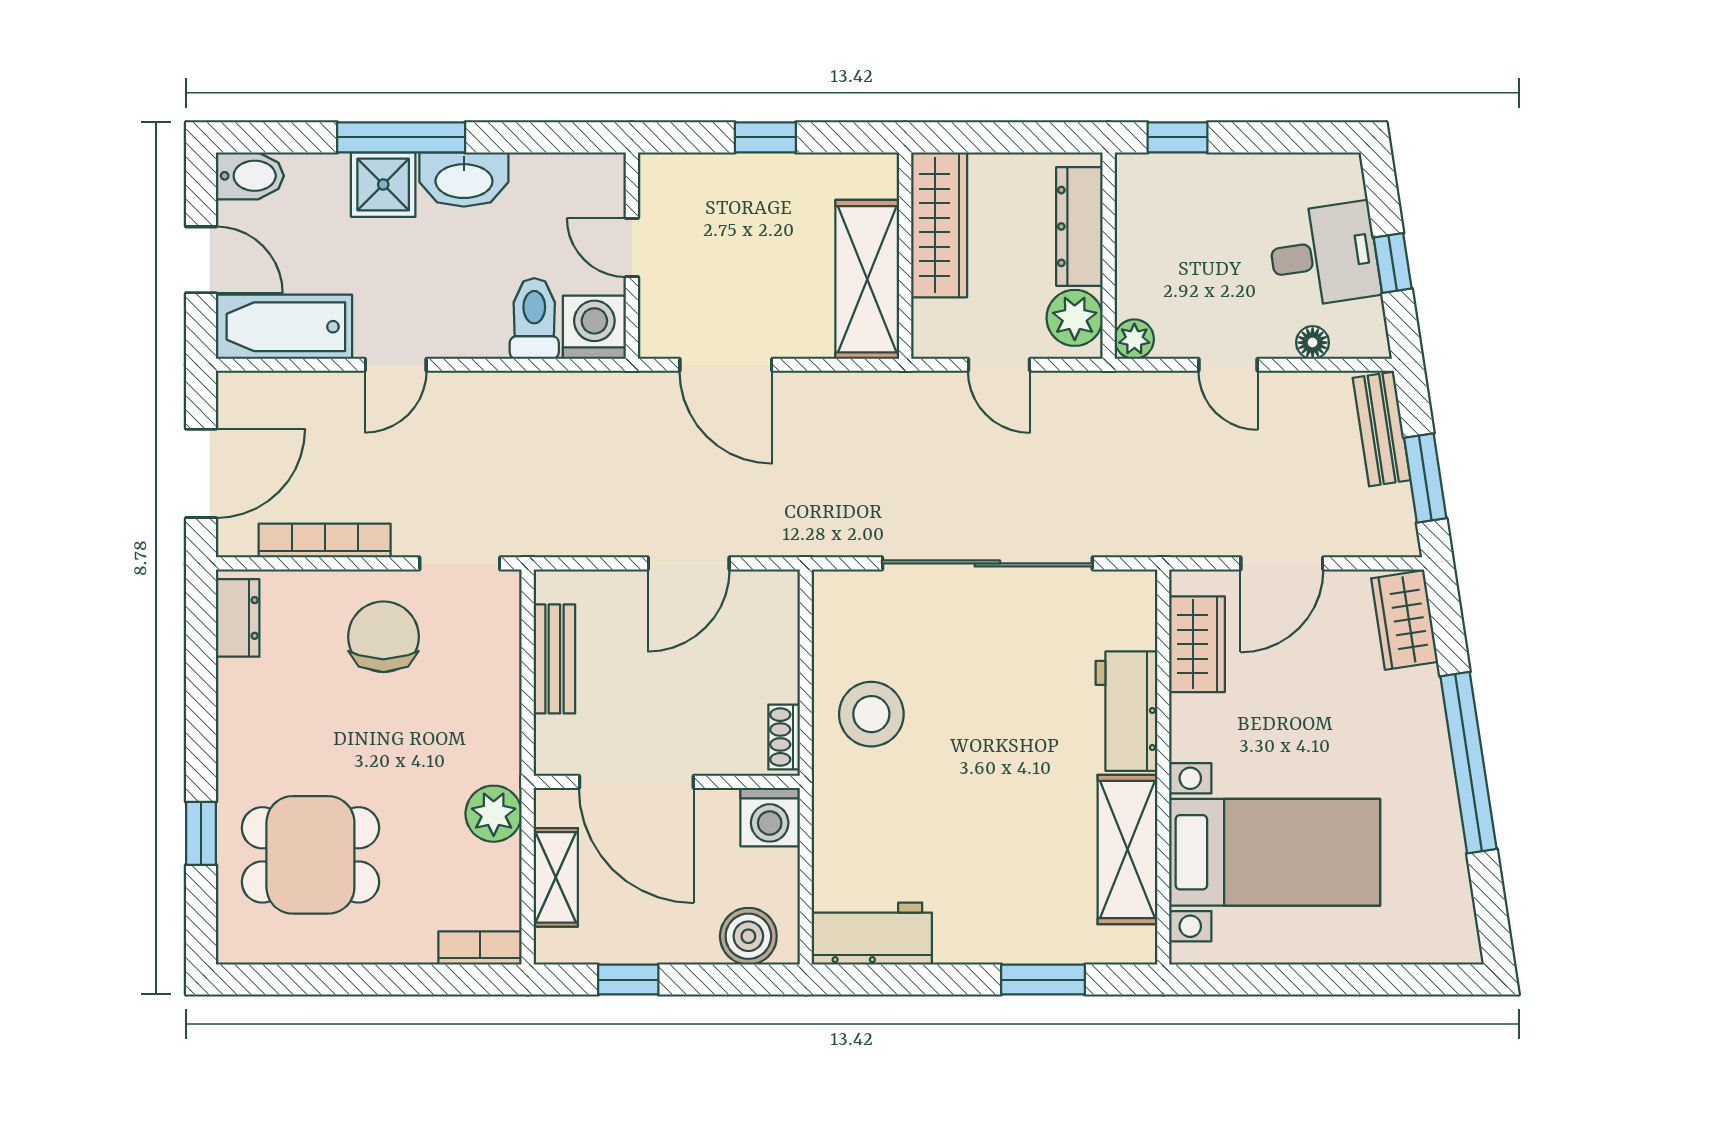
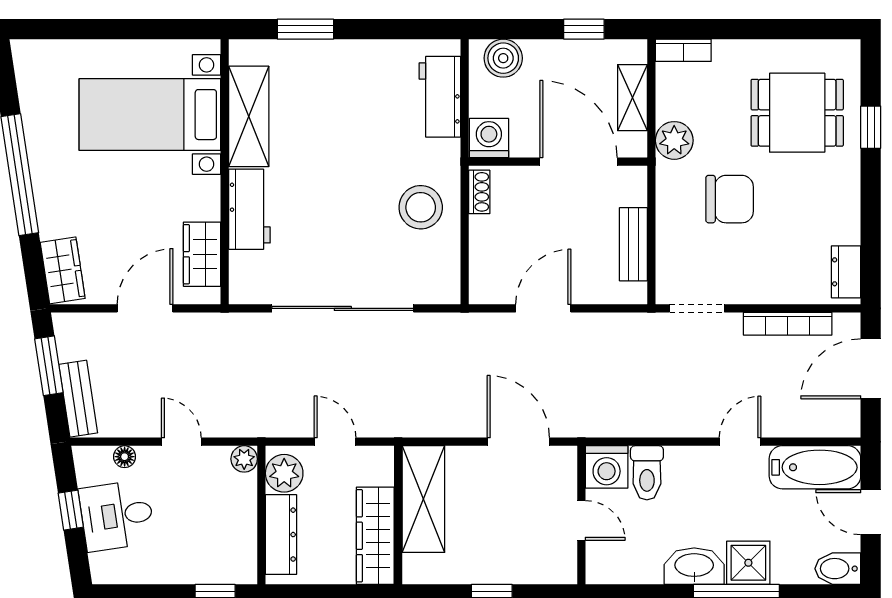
chair: (383, 637) -> (730, 199), moved, turned -90
workbench: (872, 934) -> (440, 97), moved, turned 90

